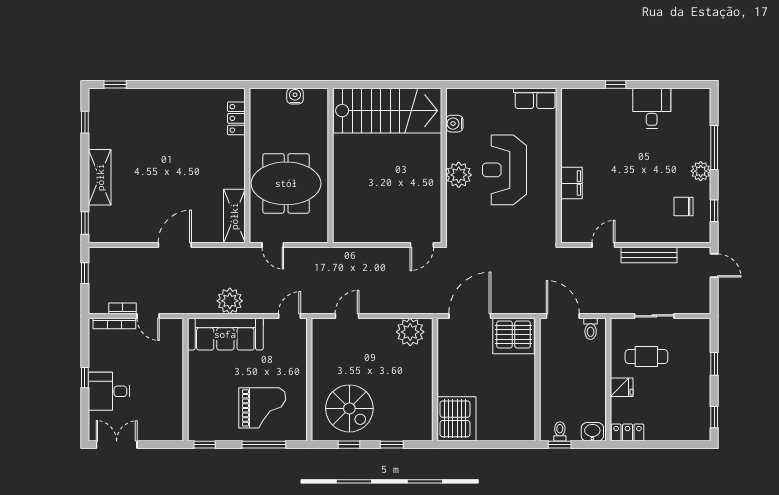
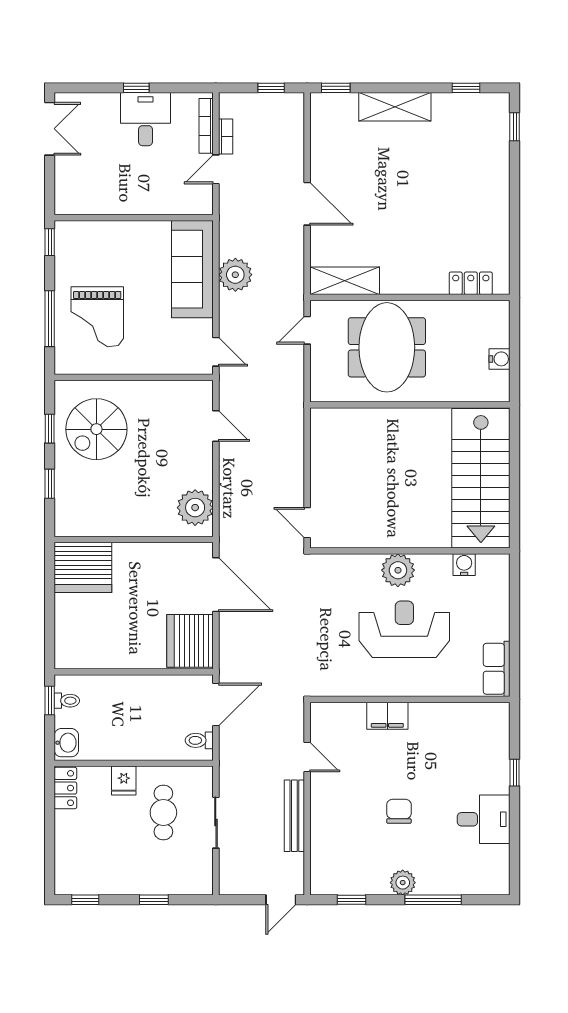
chair: (683, 207) -> (399, 811), moved
desk: (109, 391) -> (146, 119), moved

